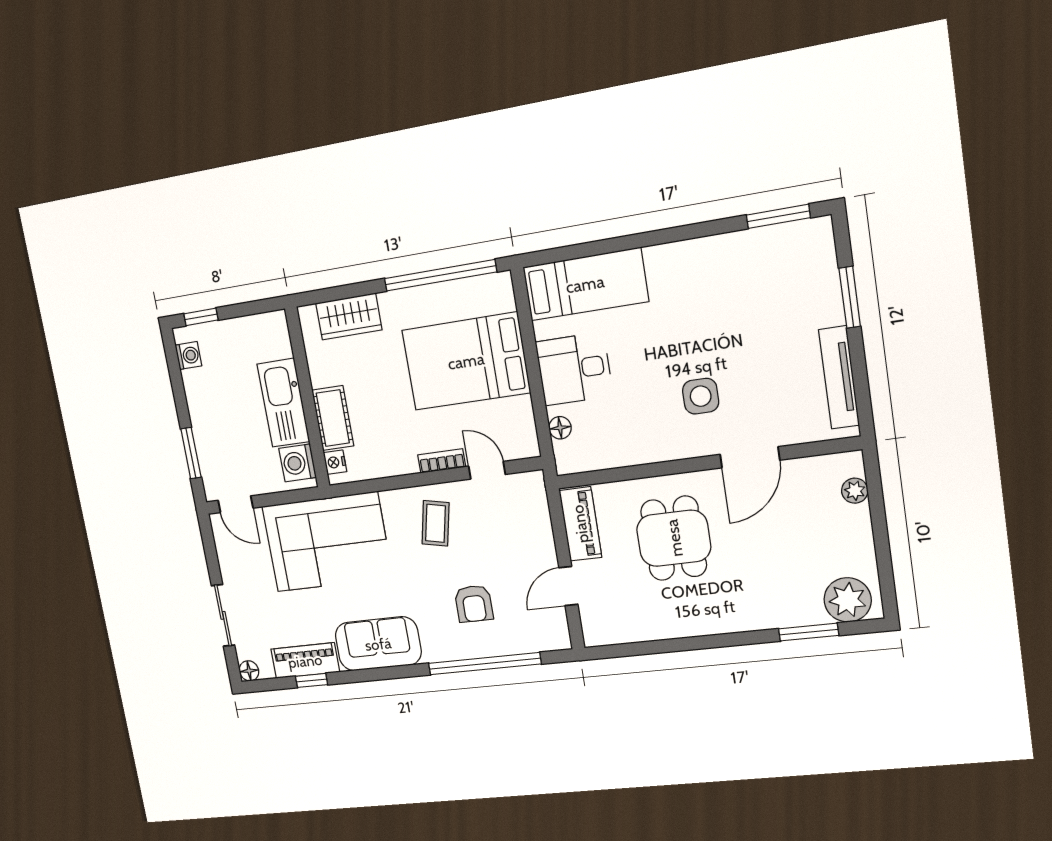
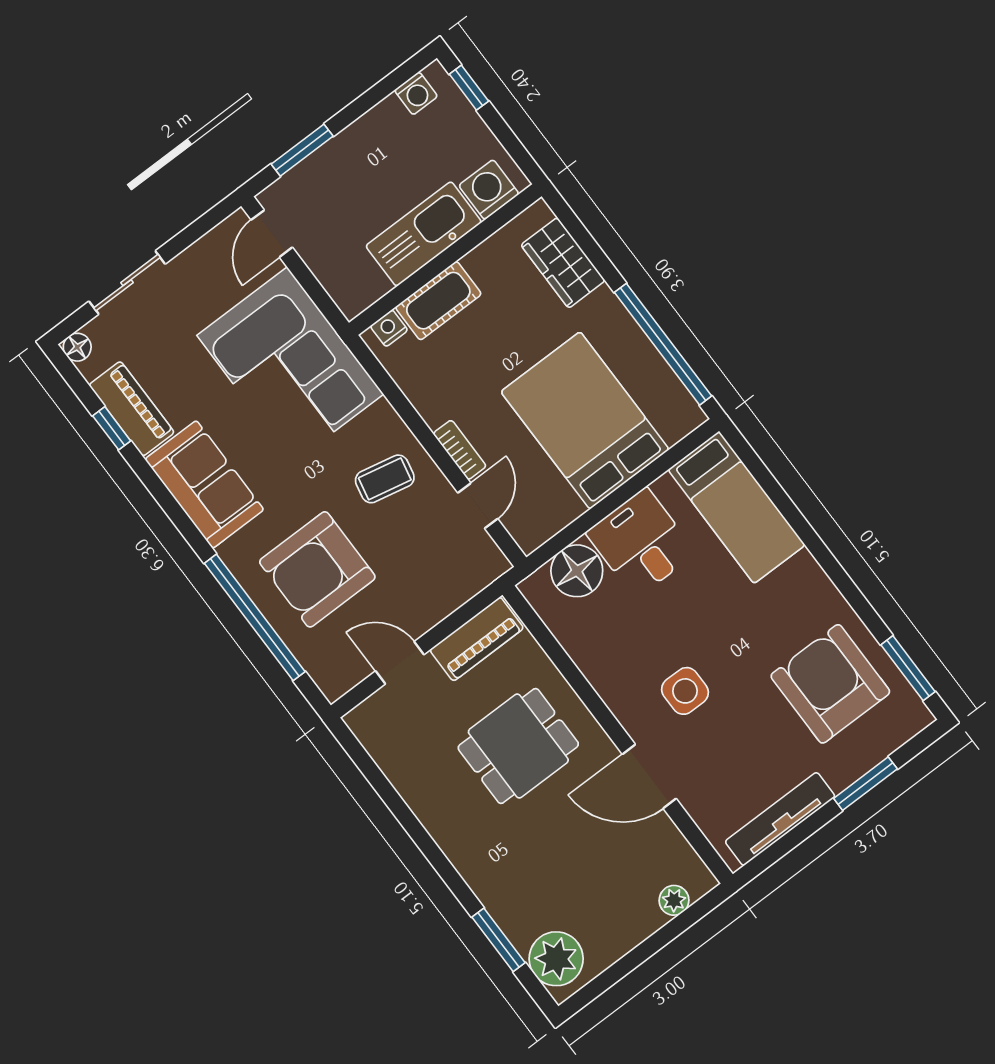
armchair: (757, 284) -> (830, 684), added
floor lamp: (560, 428) -> (577, 571), width x1.89, depth x1.89
washing machine: (298, 463) -> (489, 190), moved
armchair: (474, 604) -> (317, 569), width x1.88, depth x1.88

